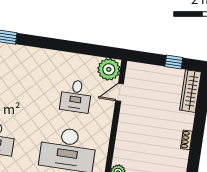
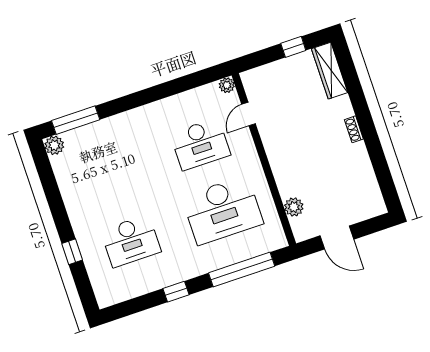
plant: (109, 69) -> (227, 85), width x0.53, depth x0.53
desk: (76, 96) -> (200, 144), width x1.37

